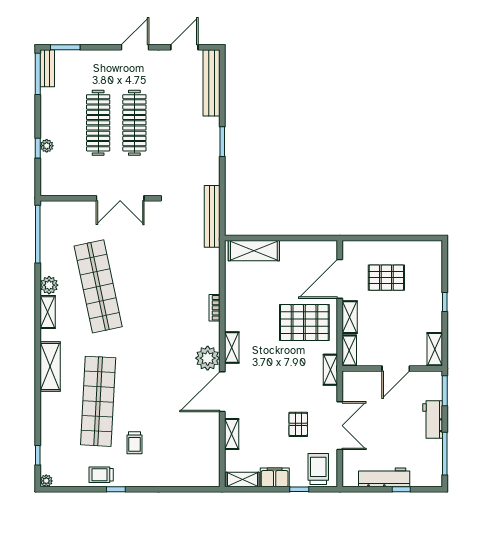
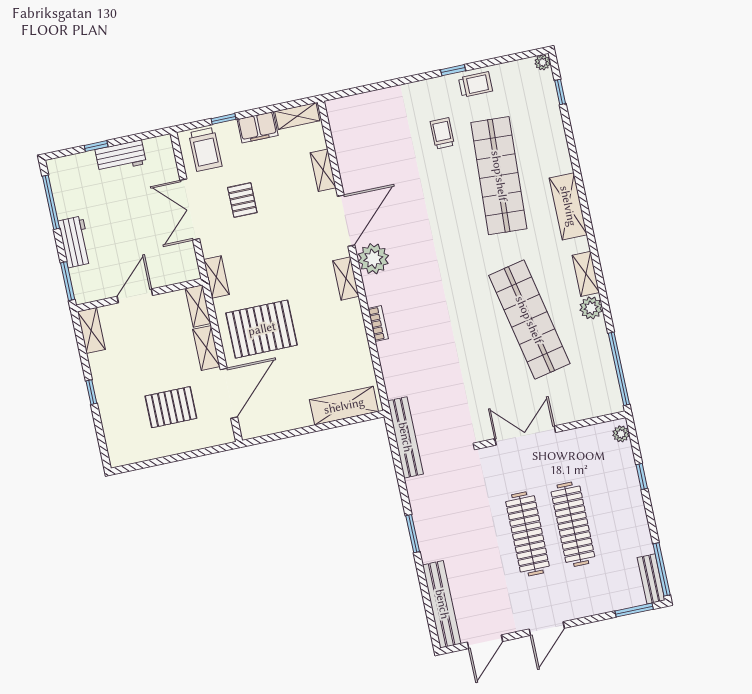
plant: (47, 146) -> (621, 434), moved
workbench: (384, 477) -> (121, 157), width x0.73

